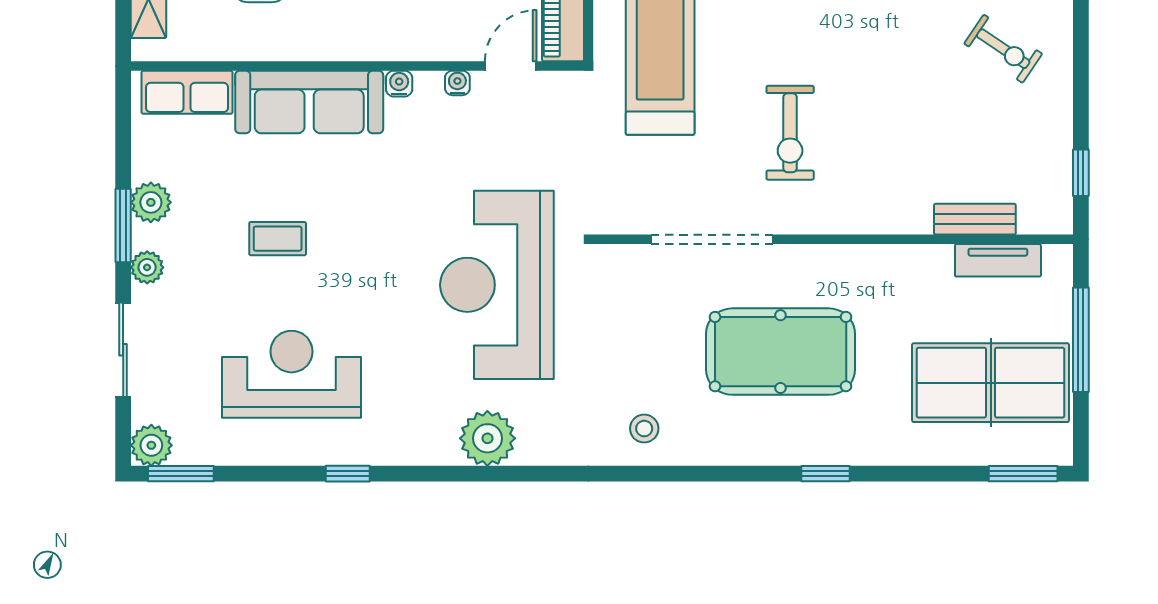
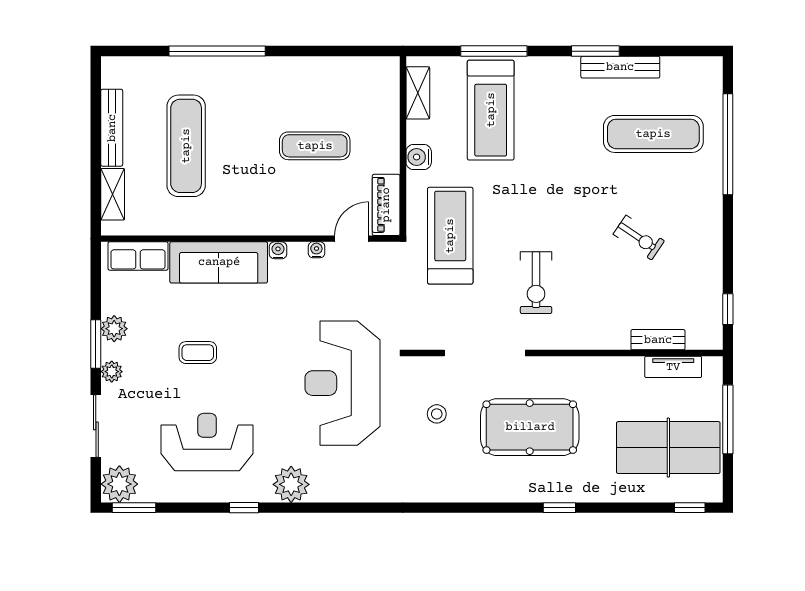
exercise bike: (1003, 49) -> (639, 238), moved
stool: (644, 429) -> (437, 414), moved
plant: (487, 438) -> (291, 484), moved
plant: (151, 445) -> (119, 484), width x1.36, depth x1.36
window: (1023, 474) -> (690, 508), width x0.67

